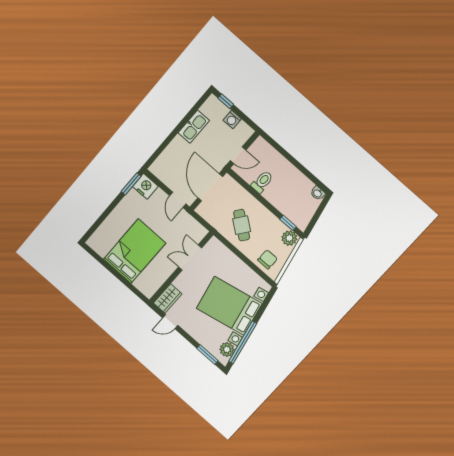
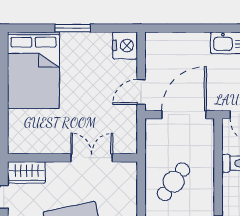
window: (131, 184) -> (73, 28), moved
bed: (135, 251) -> (33, 70), moved, turned 90

